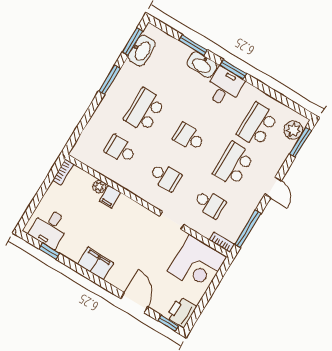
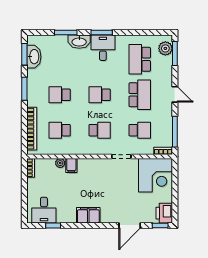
school desk: (145, 110) -> (60, 95), width x0.54
bookcase: (91, 129) -> (32, 129), added
school desk: (234, 164) -> (140, 95), turned 180
door: (134, 303) -> (130, 225), swing flipped

